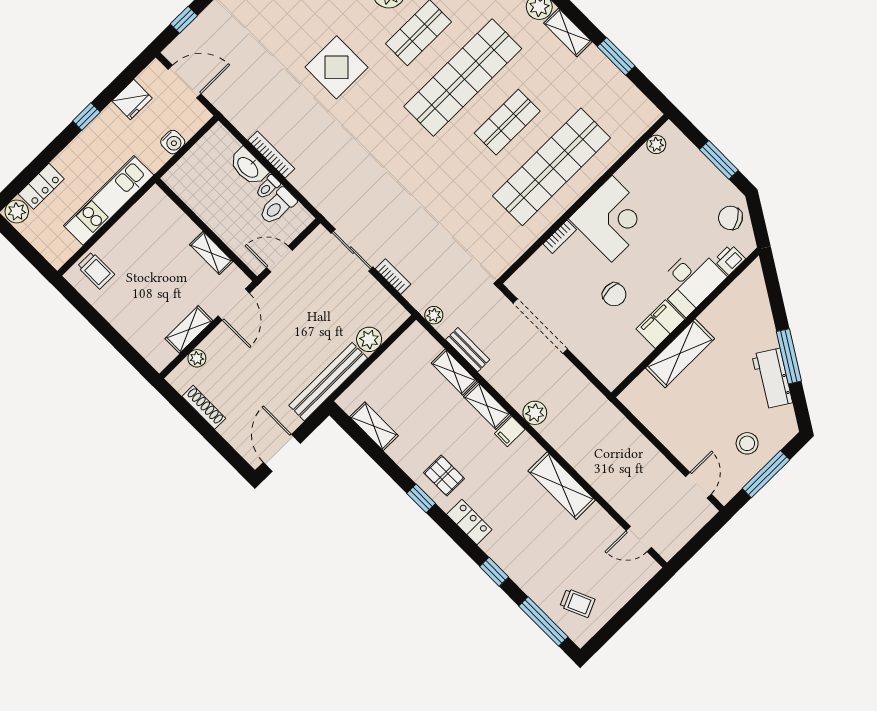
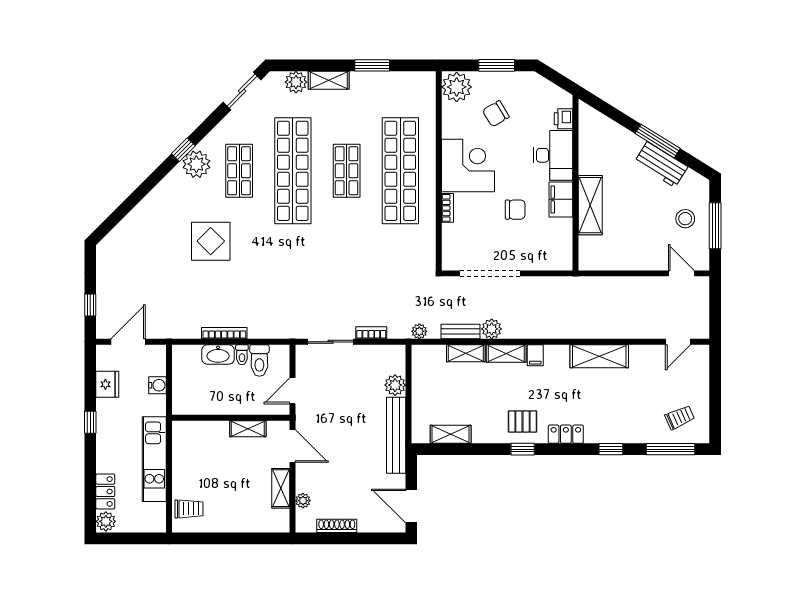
plant: (656, 144) -> (457, 87), width x1.88, depth x1.88
chair: (730, 218) -> (496, 114), moved
plant: (535, 413) -> (492, 329), moved

